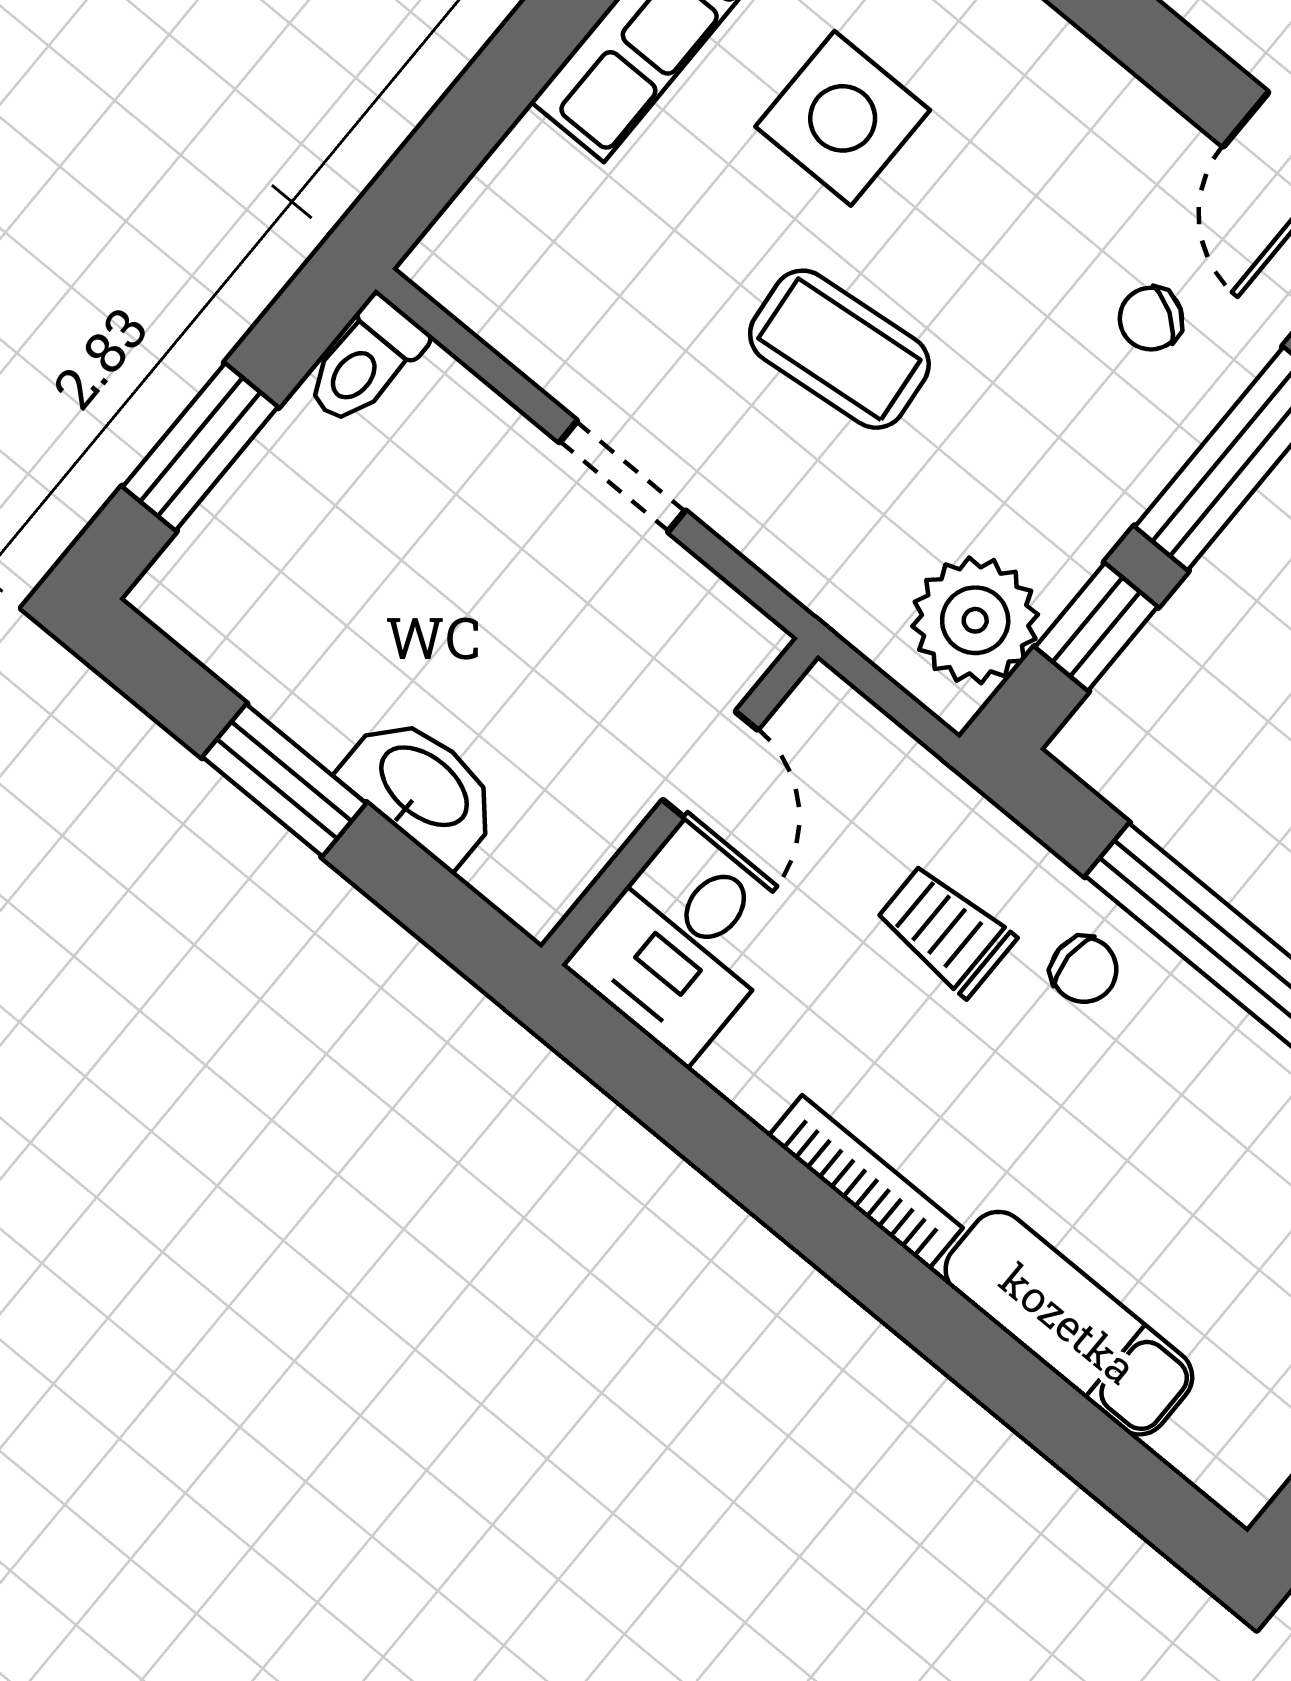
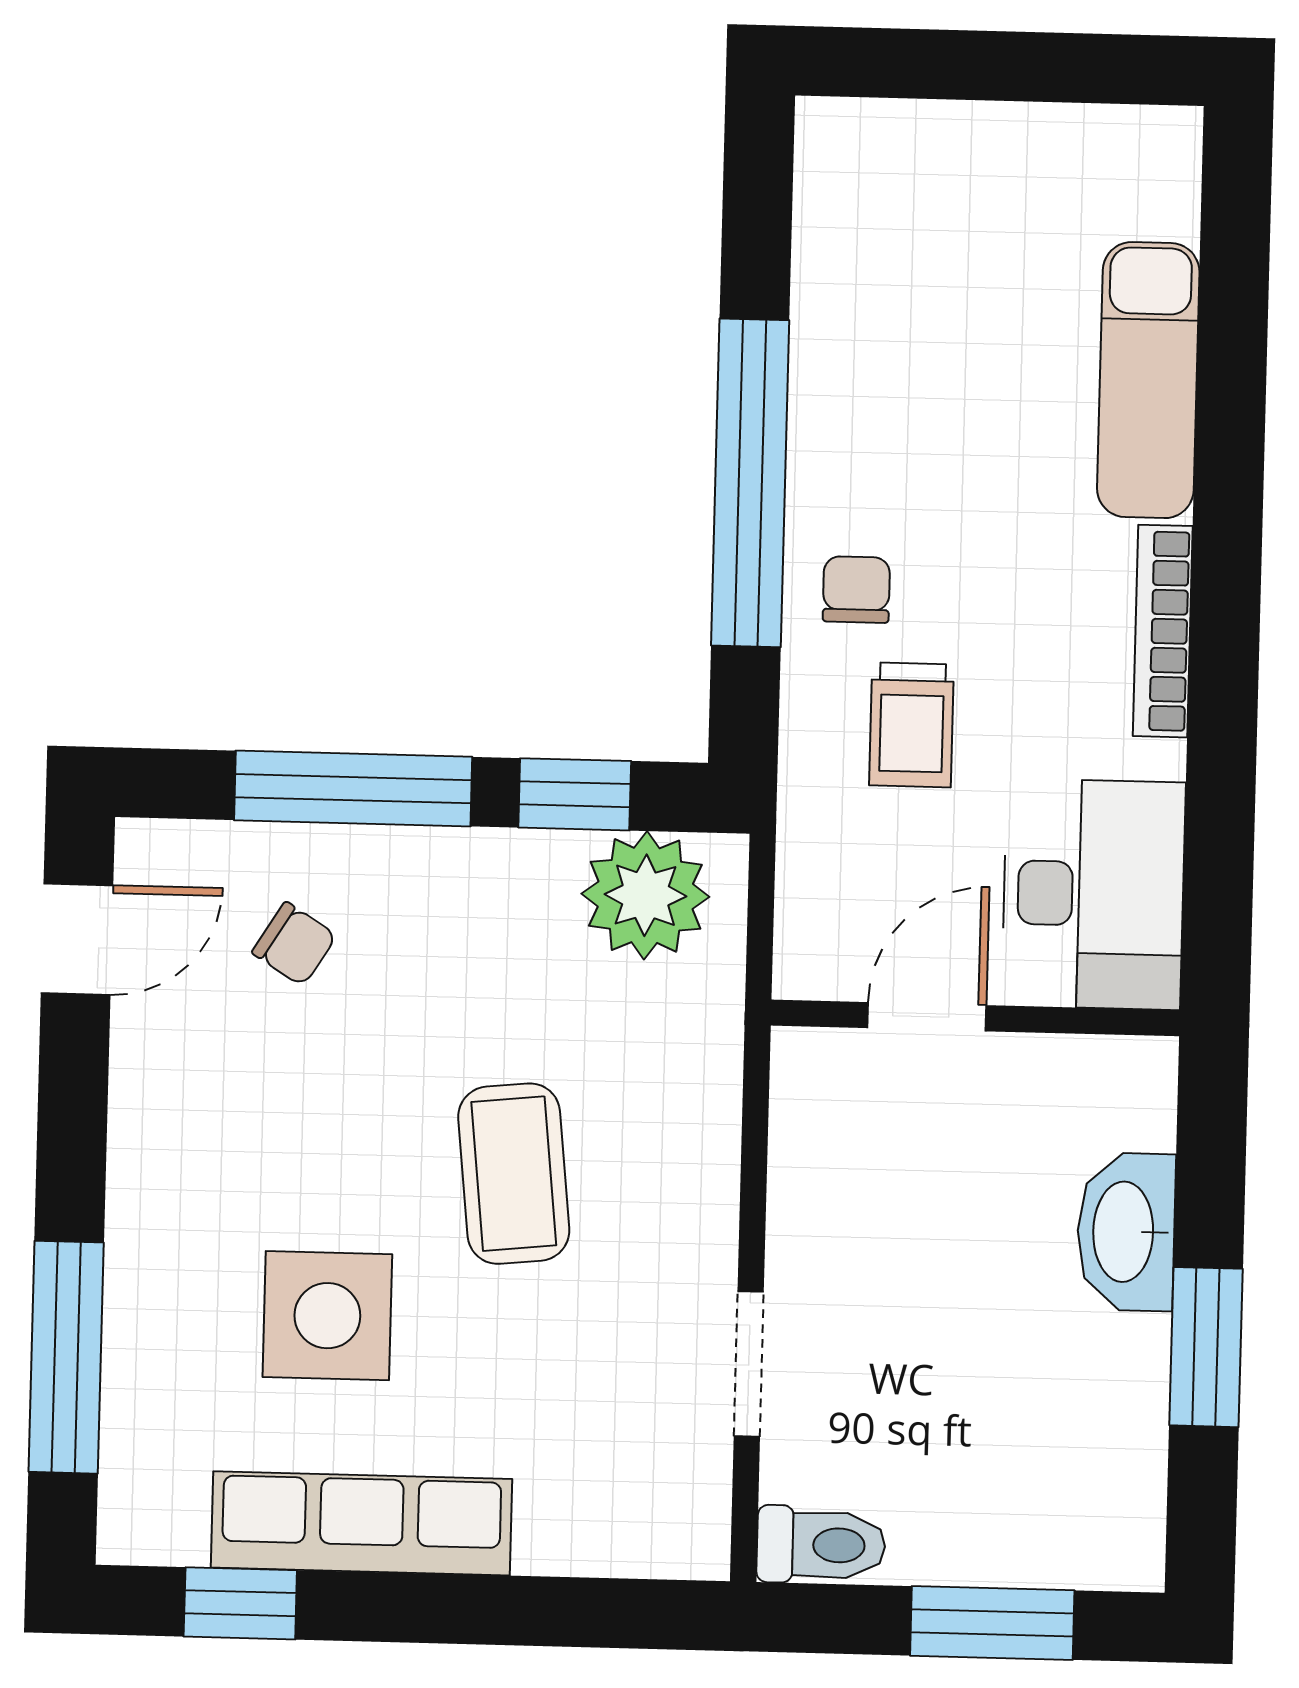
doorway: (622, 476) -> (749, 1364), moved
desk: (680, 949) -> (1093, 894), width x1.37

